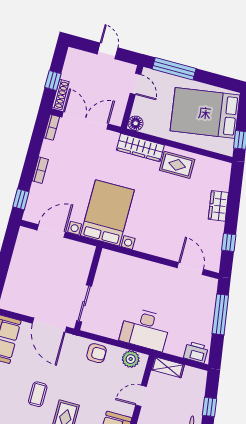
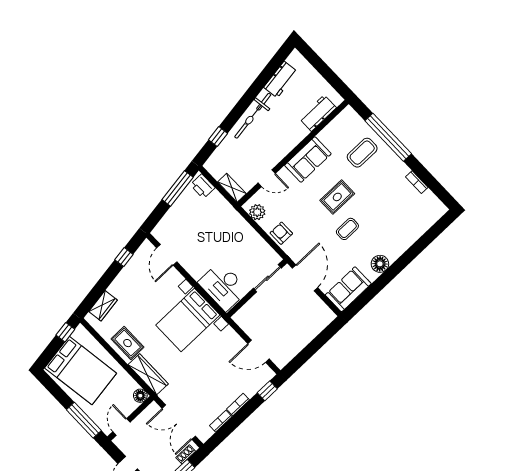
shoe rack: (61, 94) -> (186, 454), width x0.70
bookcase: (52, 127) -> (221, 421), moved
wardrobe: (218, 206) -> (103, 306), moved
bed with nightstands: (107, 213) -> (188, 320), moved
window: (220, 314) -> (178, 188), moved
desk: (145, 329) -> (223, 286), moved, turned 180

